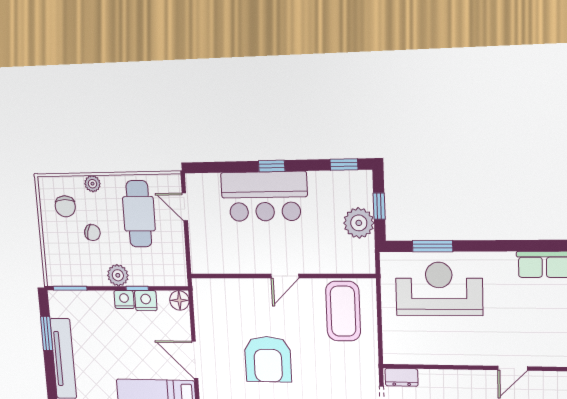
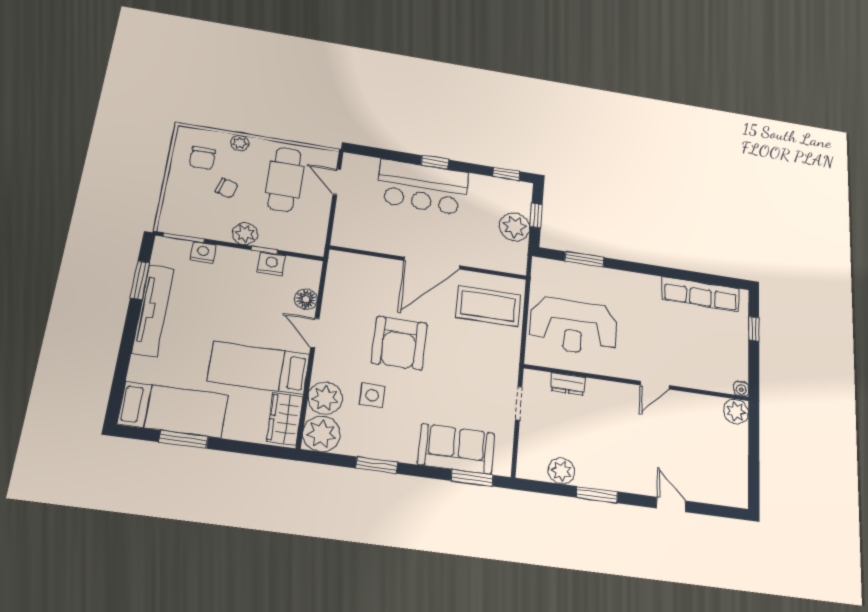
door: (285, 276) -> (432, 263), width x1.87
reception desk: (439, 289) -> (573, 326), moved, turned 180
nightstand: (124, 300) -> (203, 252), moved
floor lamp: (179, 300) -> (306, 299), moved
coffee table: (343, 311) -> (488, 306), turned 90
door: (195, 360) -> (315, 333), width x0.73
dresser: (401, 377) -> (568, 384), moved

